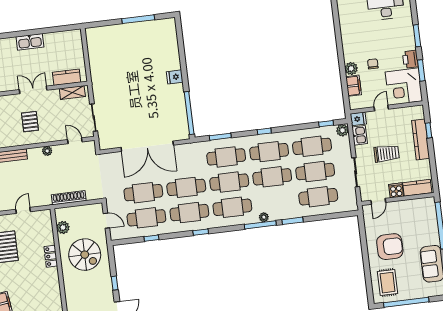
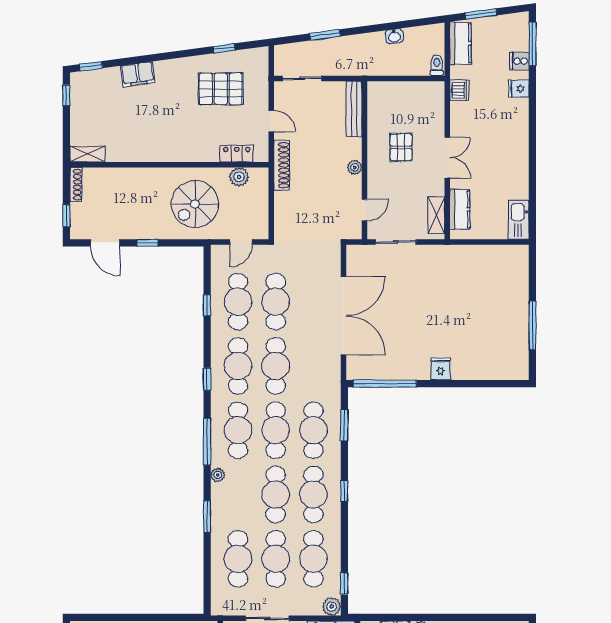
kitchen sink: (30, 42) -> (519, 220), moved
pallet: (30, 122) -> (401, 147), turned 90
double door: (147, 146) -> (343, 316), swing flipped
shoe rack: (69, 198) -> (282, 165), moved
window: (260, 225) -> (207, 442), moved
locker: (51, 256) -> (237, 154), moved

